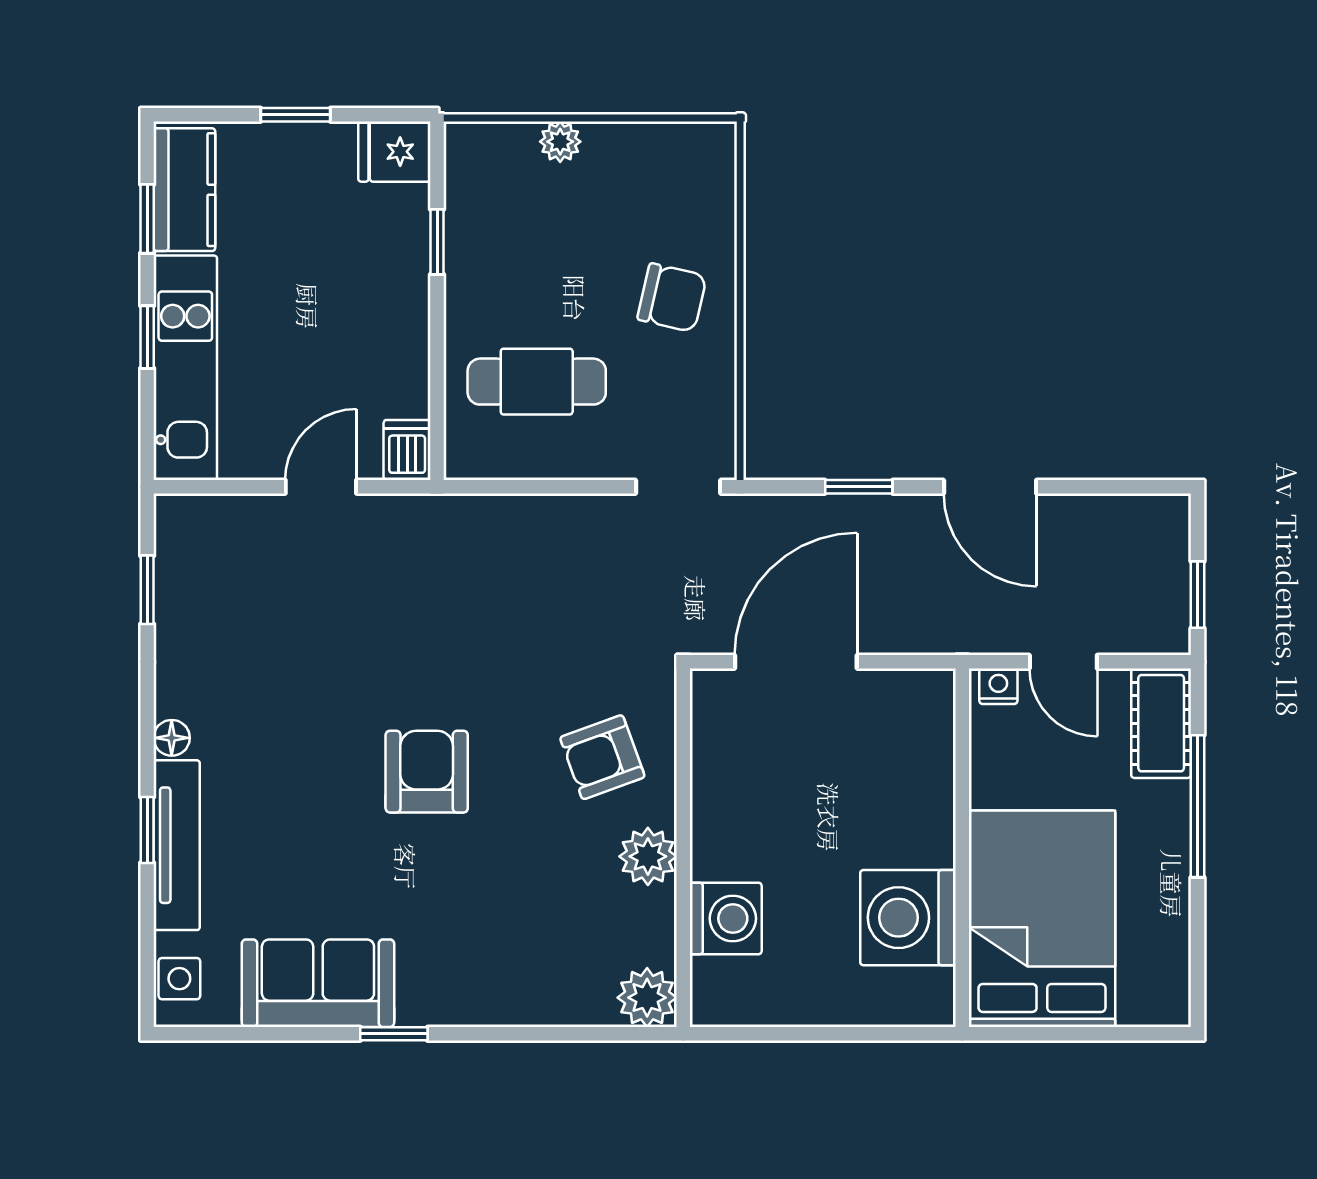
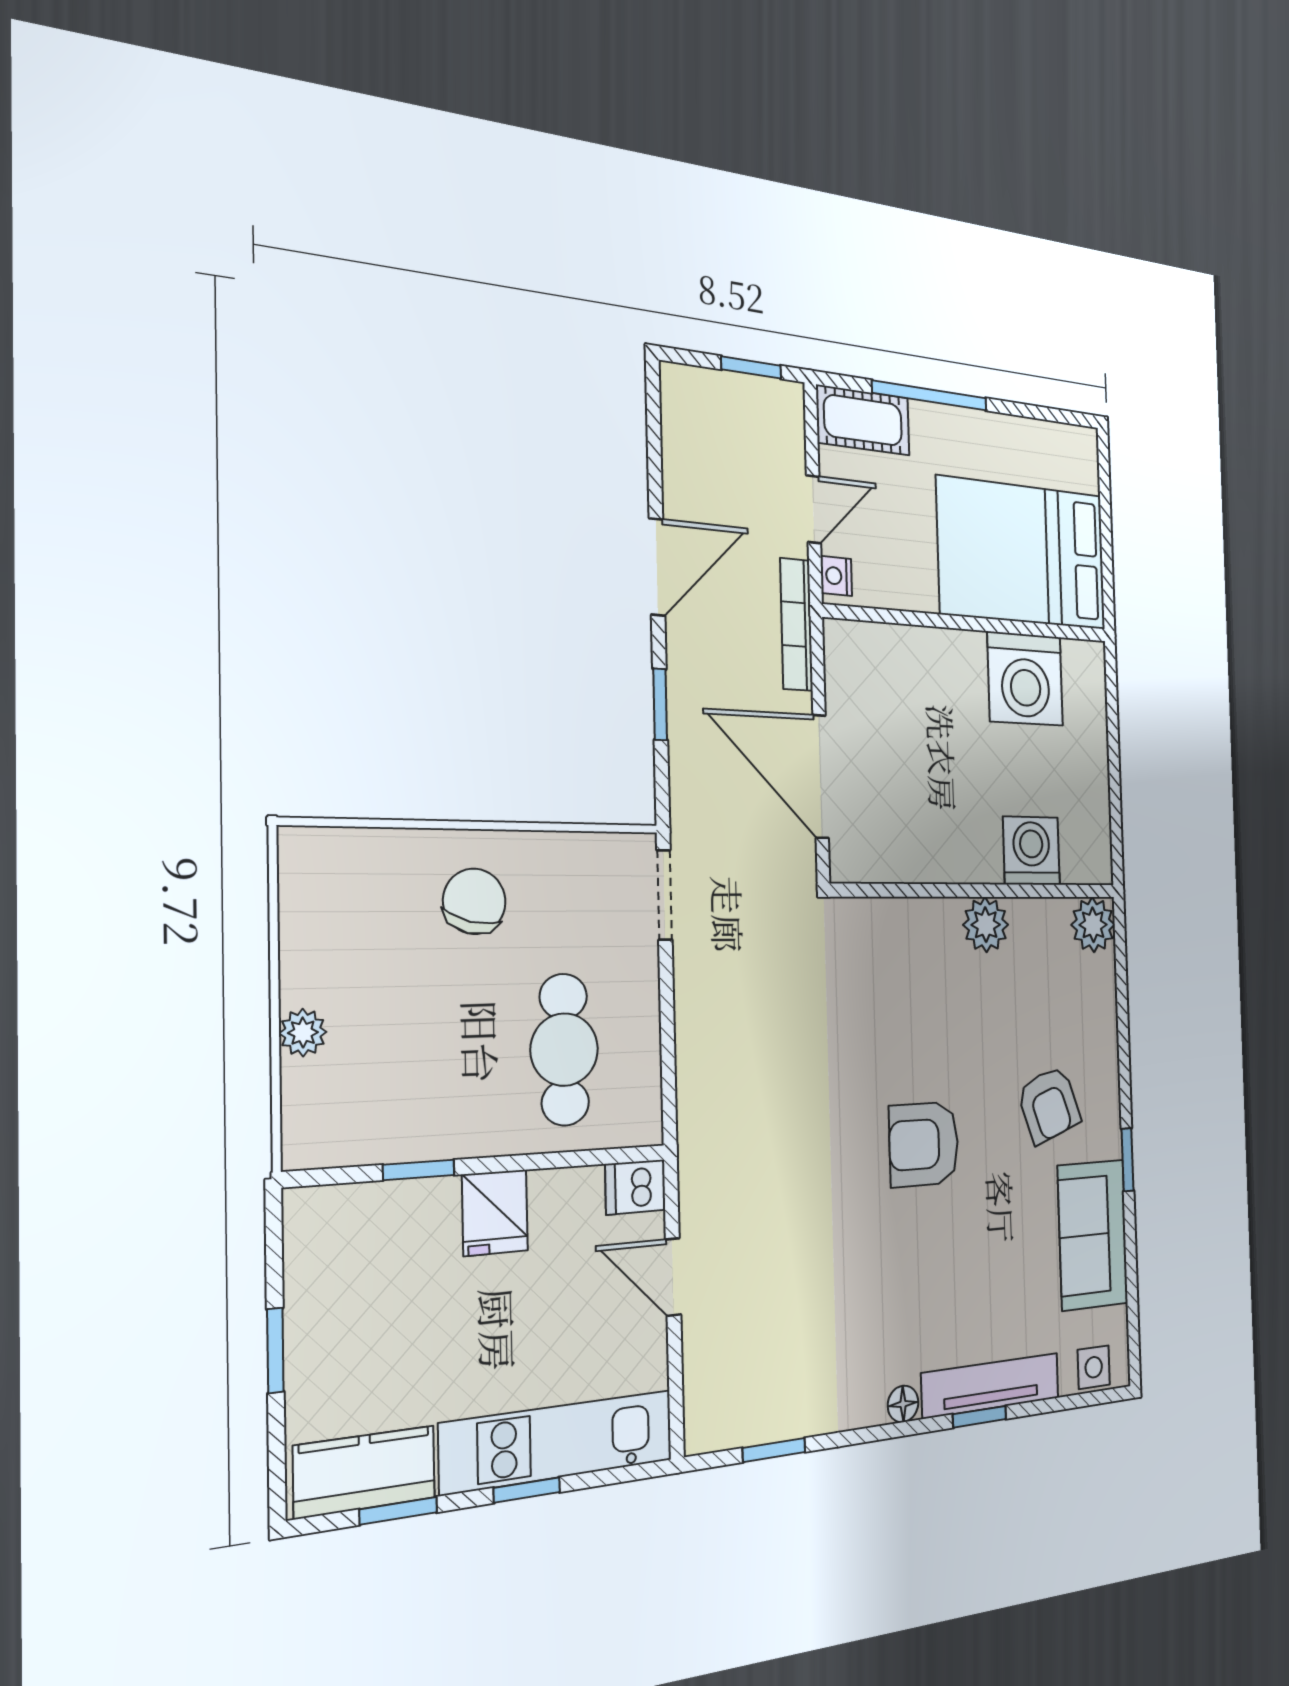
fridge: (394, 152) -> (495, 1213), moved
bookcase: (946, 639) -> (796, 625), added
armchair: (602, 757) -> (1049, 1105), moved

